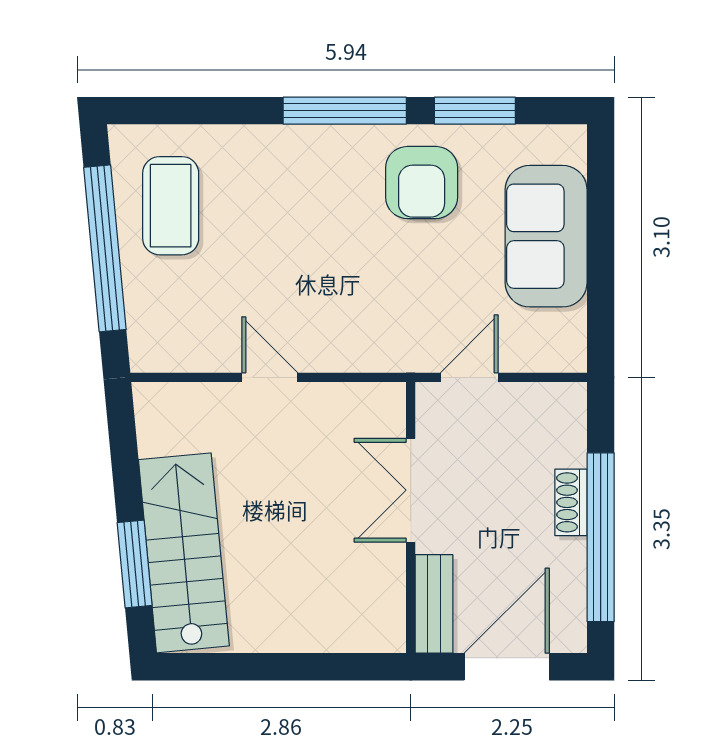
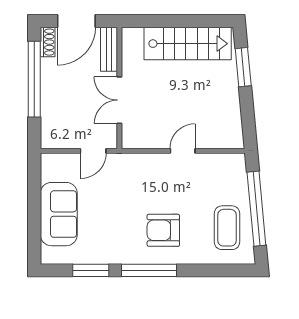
armchair: (422, 183) -> (163, 230), moved, turned -90
door: (270, 377) -> (183, 151), swing flipped
double door: (411, 490) -> (119, 100), swing flipped
shoe rack: (571, 502) -> (48, 42), moved
stairs: (184, 553) -> (188, 44), moved, turned -85

